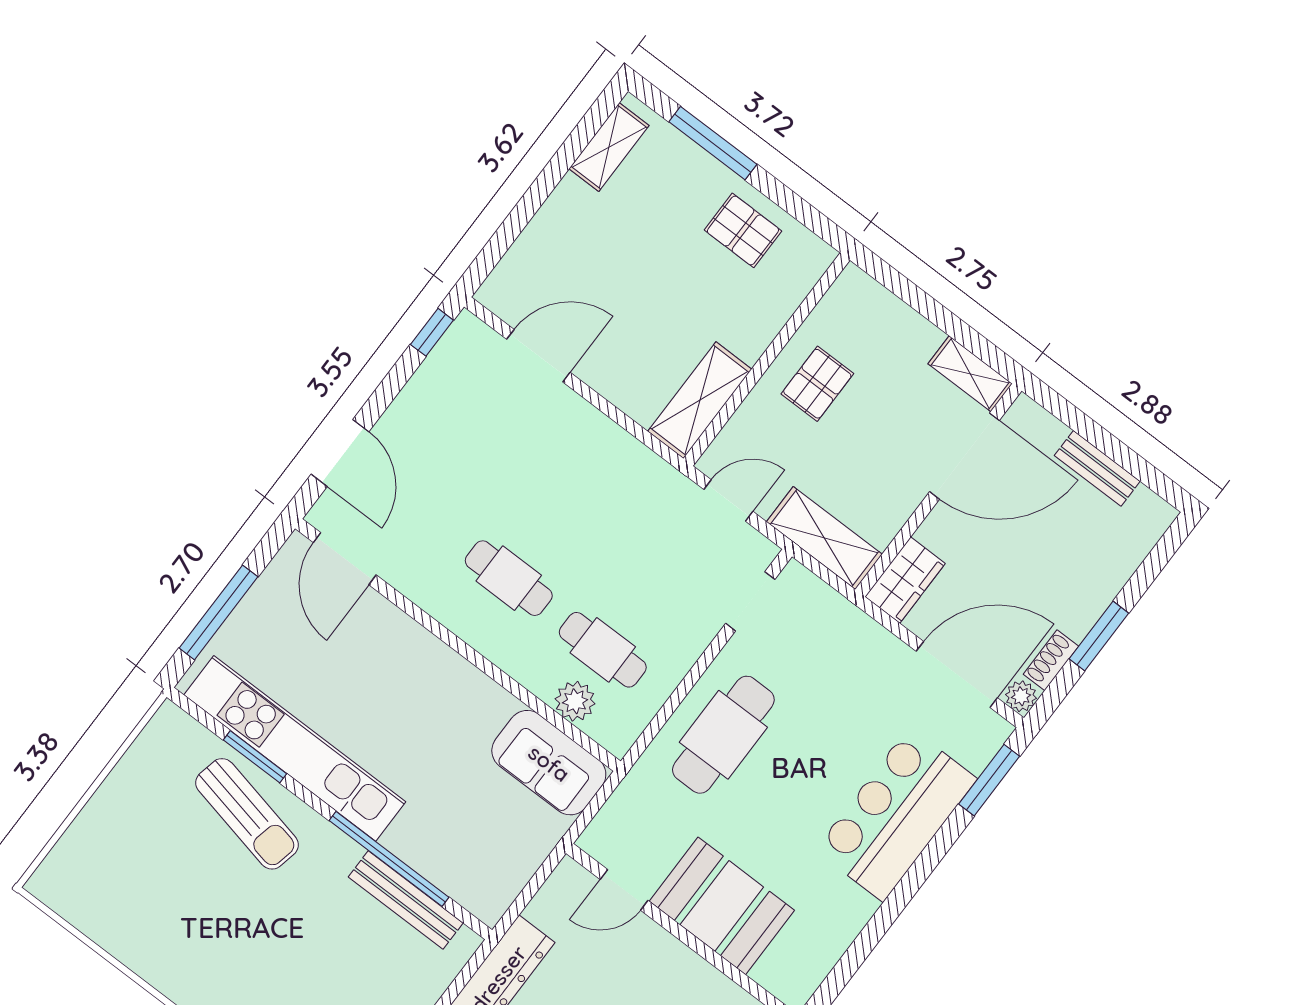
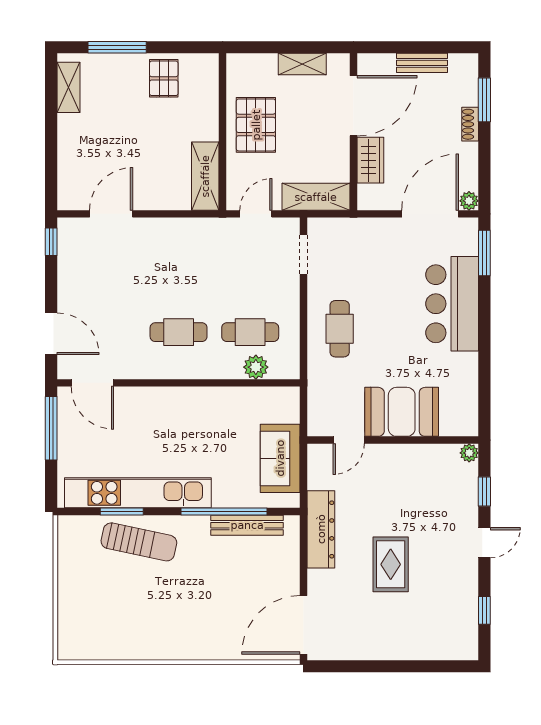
pallet: (743, 230) -> (164, 78), turned 90
shelving: (970, 374) -> (302, 64), moved
pallet: (817, 384) -> (256, 125), width x1.50, depth x1.42
wardrobe: (905, 580) -> (370, 160), moved
window: (218, 612) -> (51, 428), moved
window: (1099, 636) -> (484, 100), moved
shoe rack: (1051, 660) -> (470, 124), moved
cafe table: (723, 735) -> (340, 329), width x0.73, depth x0.74
sofa: (549, 763) -> (280, 458), moved, turned 90

